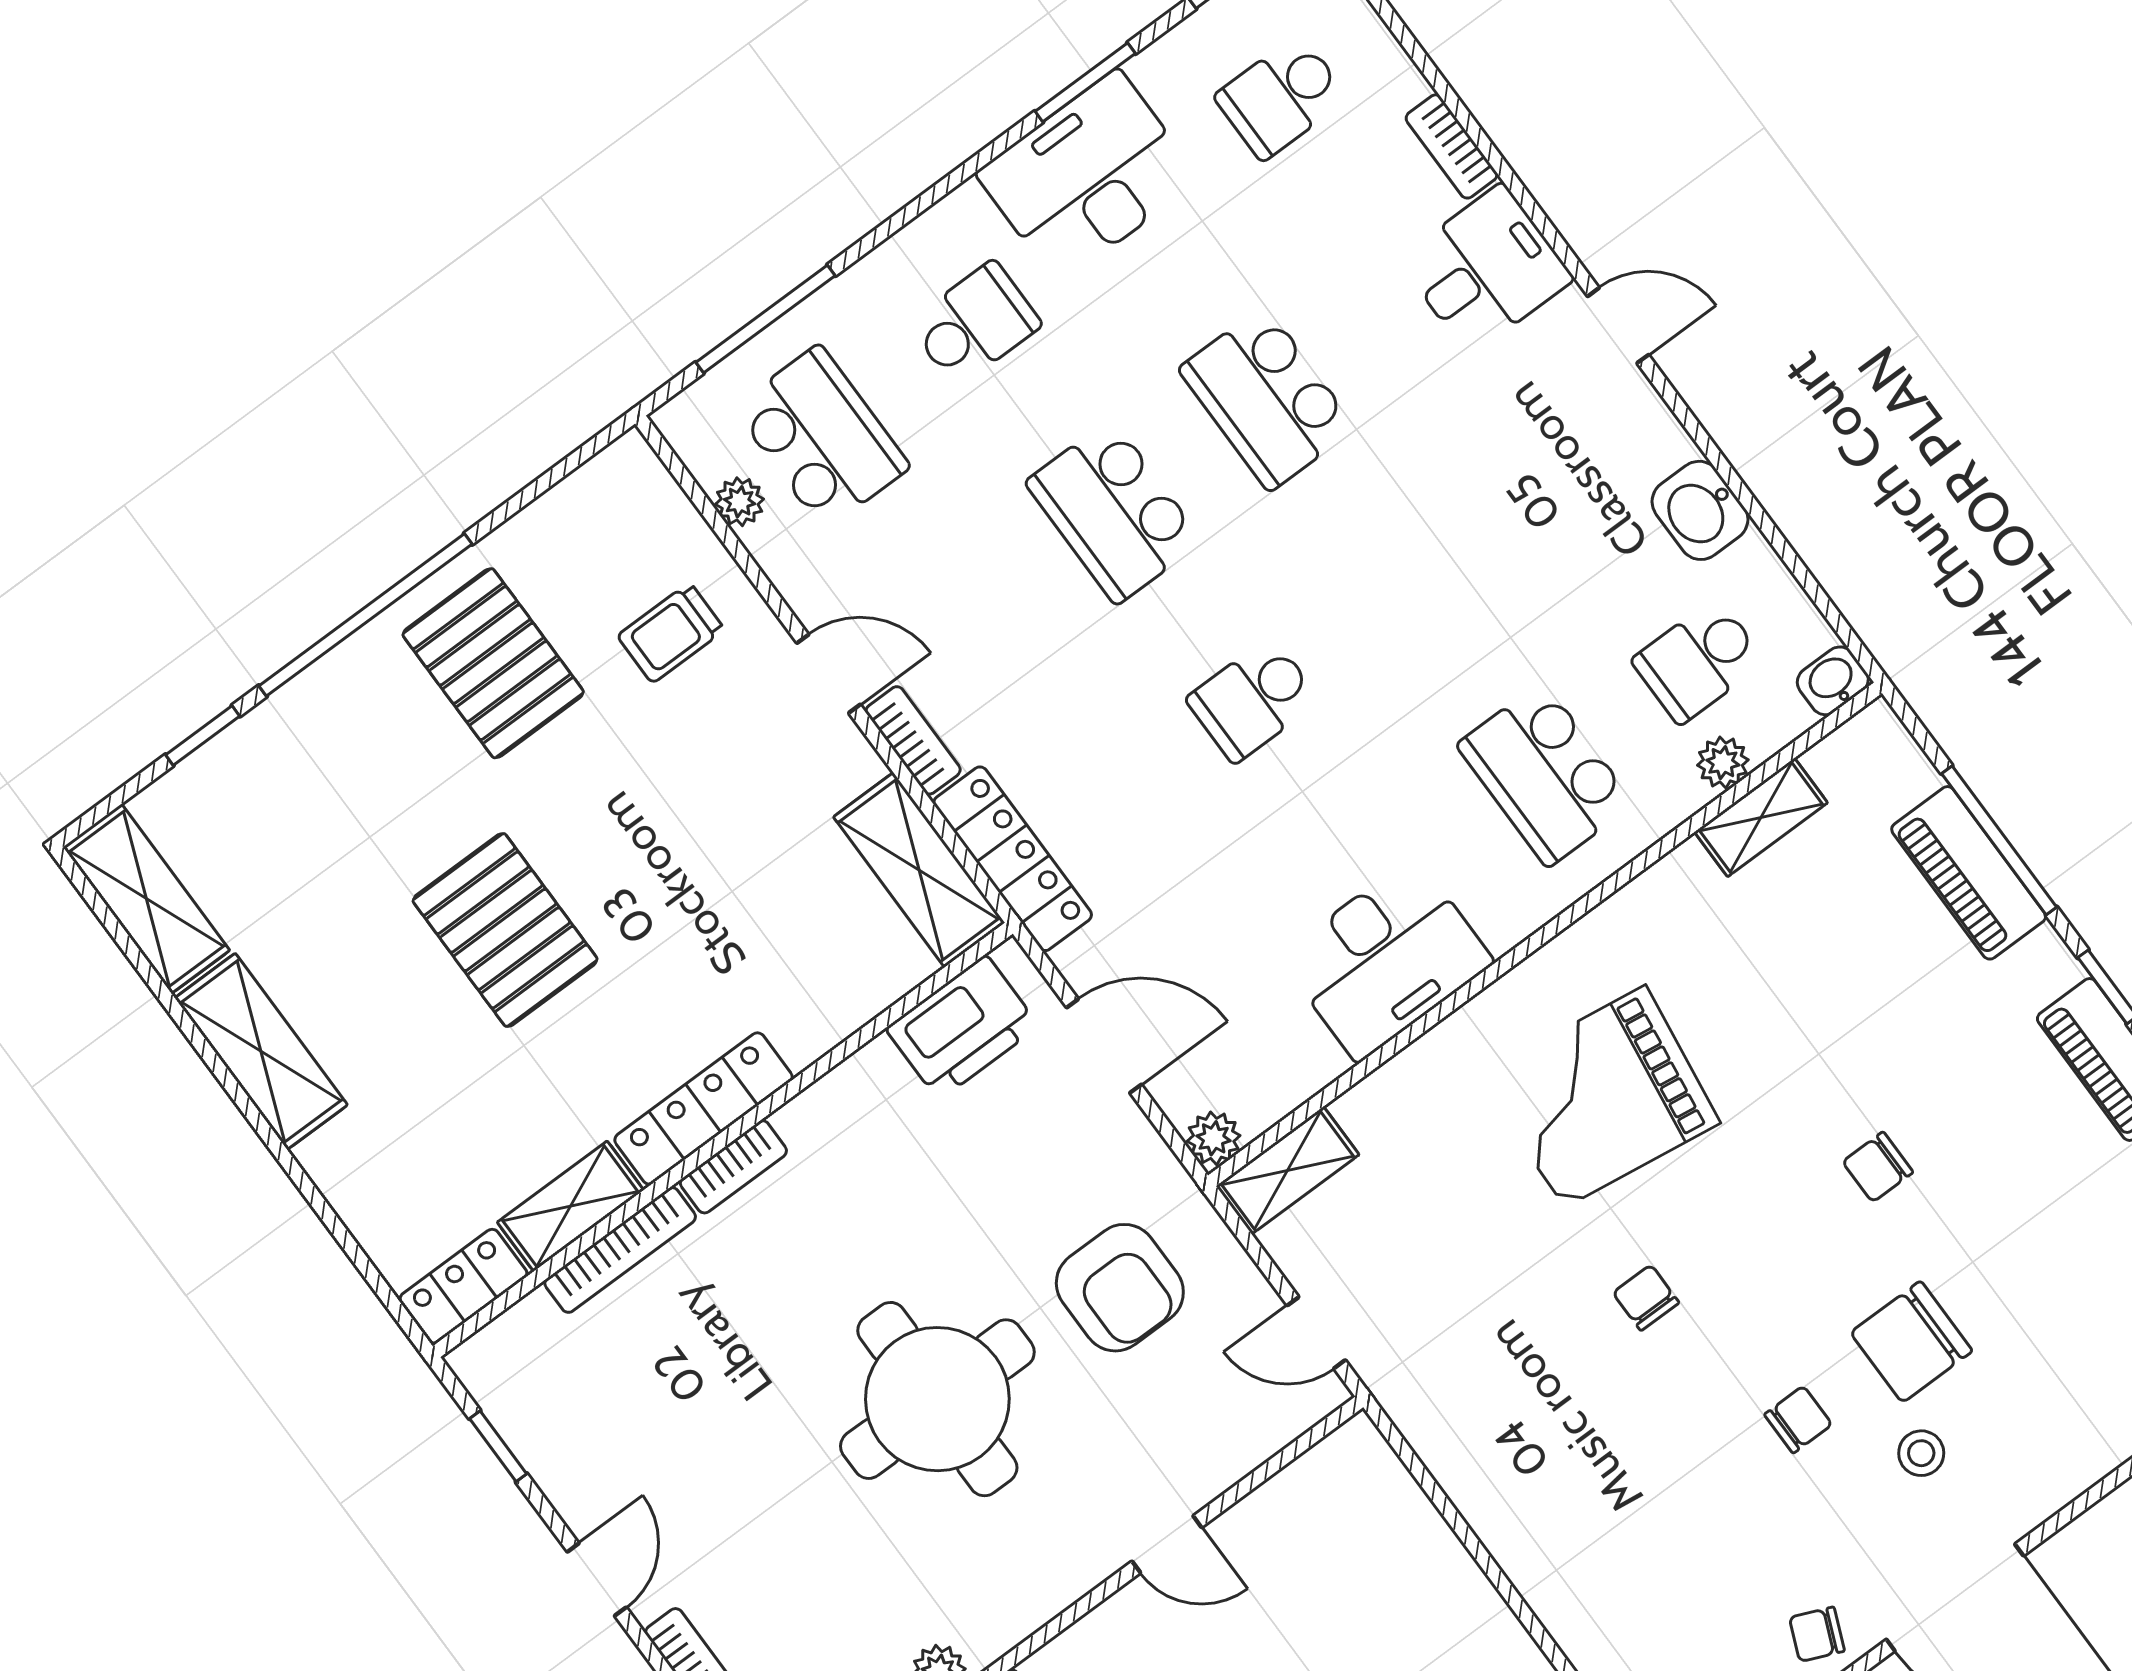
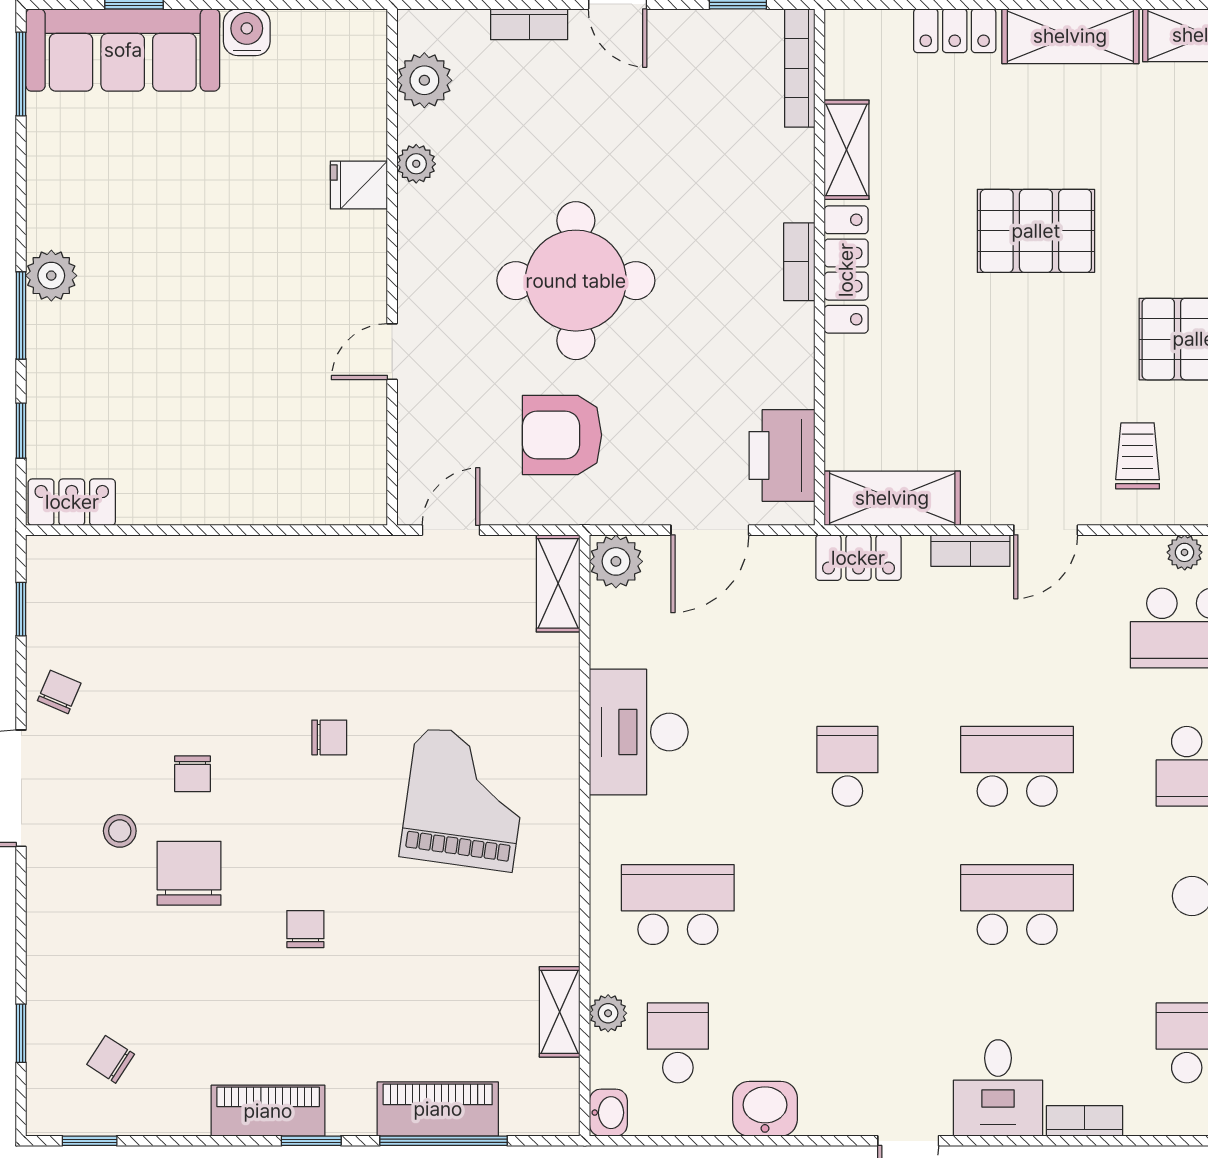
locker: (1013, 859) -> (858, 558), width x0.66
plant: (1214, 1138) -> (616, 561), width x1.38, depth x1.38
bookcase: (620, 1250) -> (800, 68), moved
locker: (464, 1286) -> (955, 31), moved, turned 90

